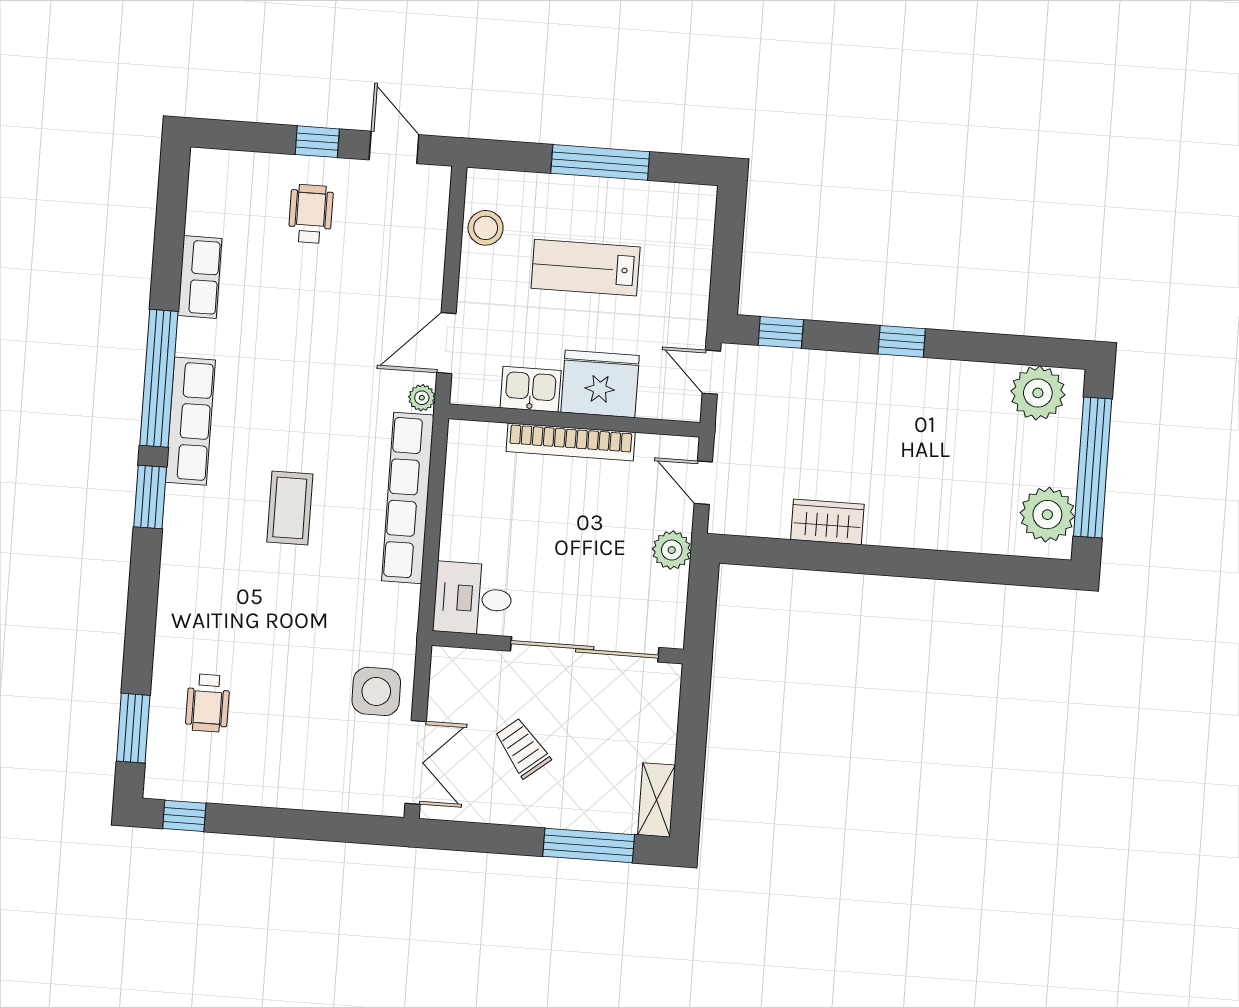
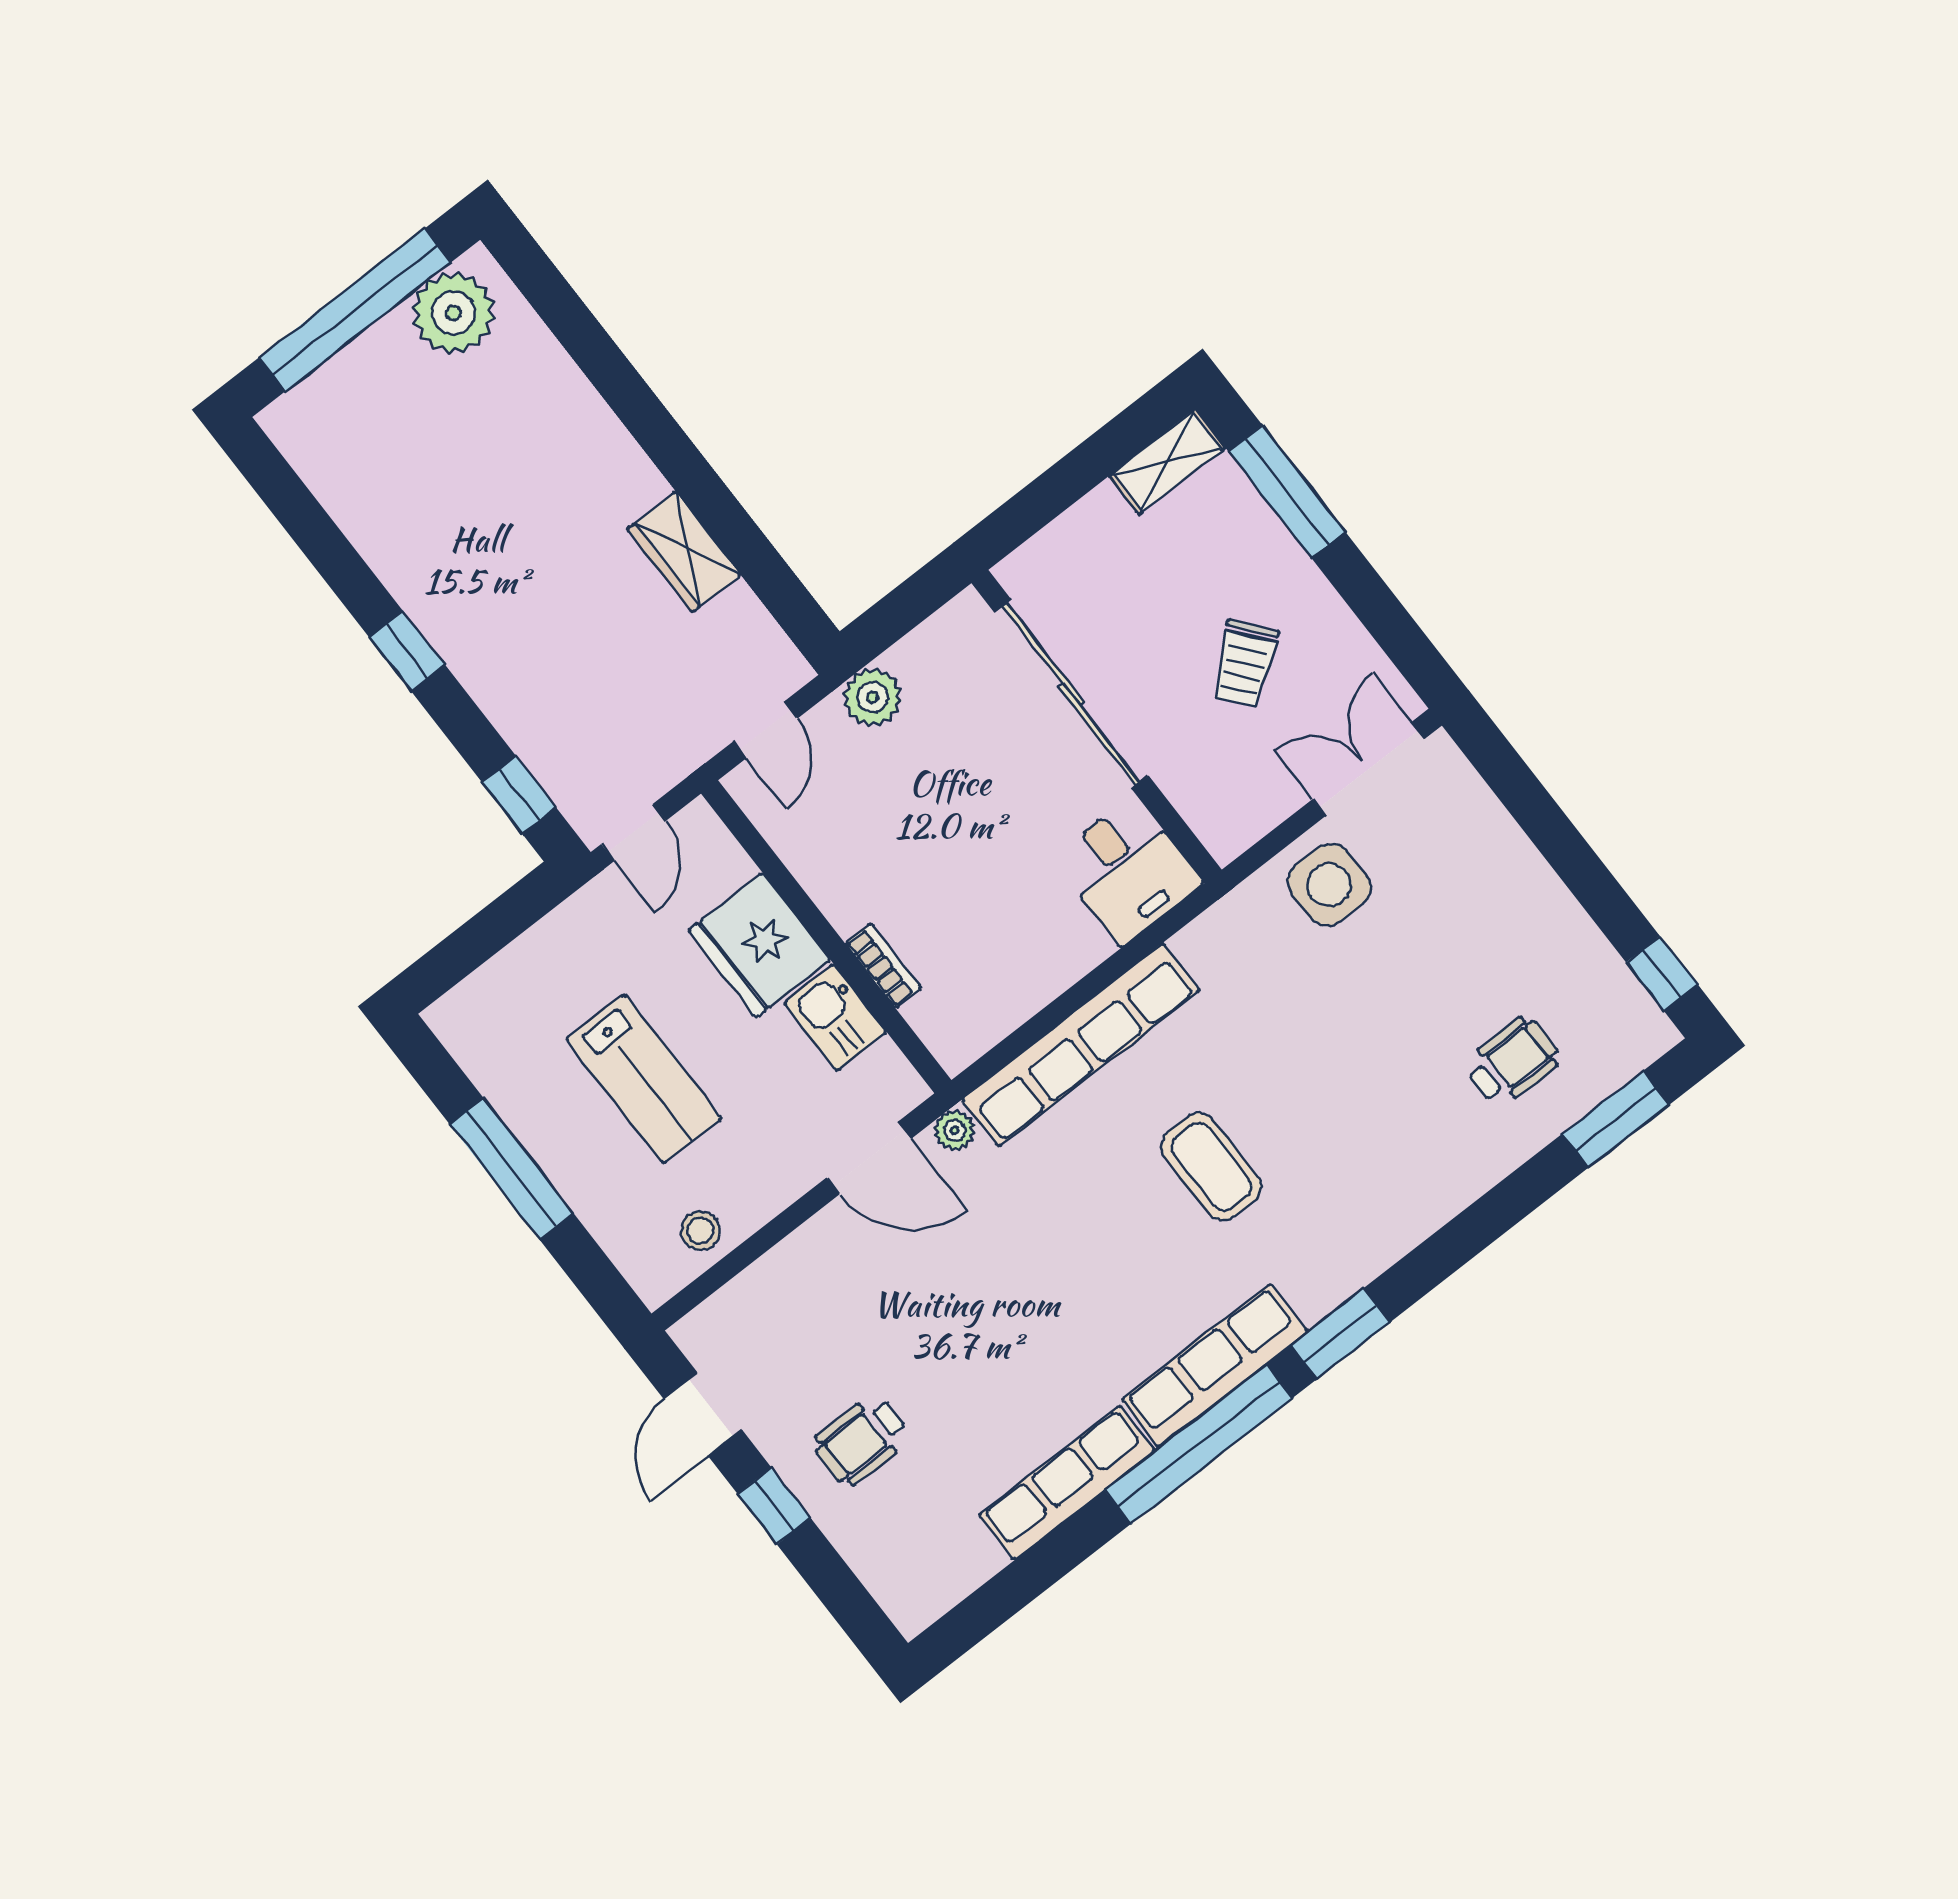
stool: (486, 228) -> (700, 1231), width x0.73, depth x0.73
row of seats: (200, 277) -> (1067, 1483), width x1.48
plant: (1038, 393) -> (327, 446), removed
bookcase: (571, 442) -> (883, 966), width x0.43, depth x0.76
coffee table: (290, 508) -> (1211, 1167), turned 90

